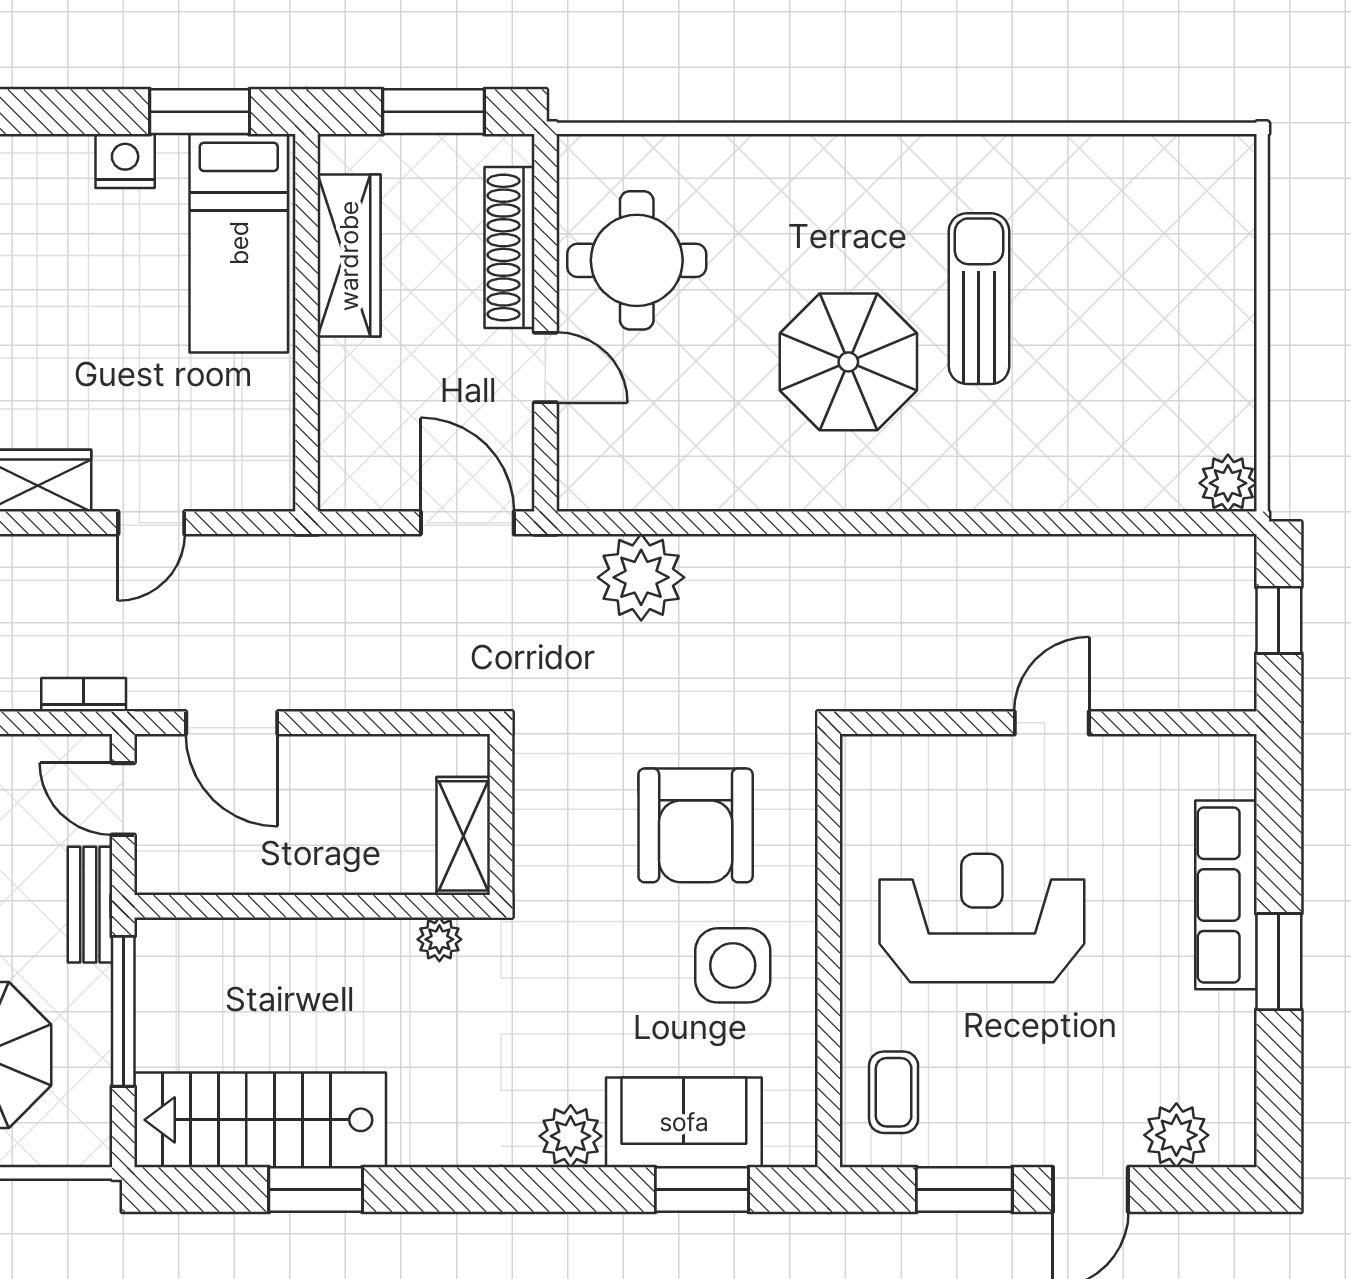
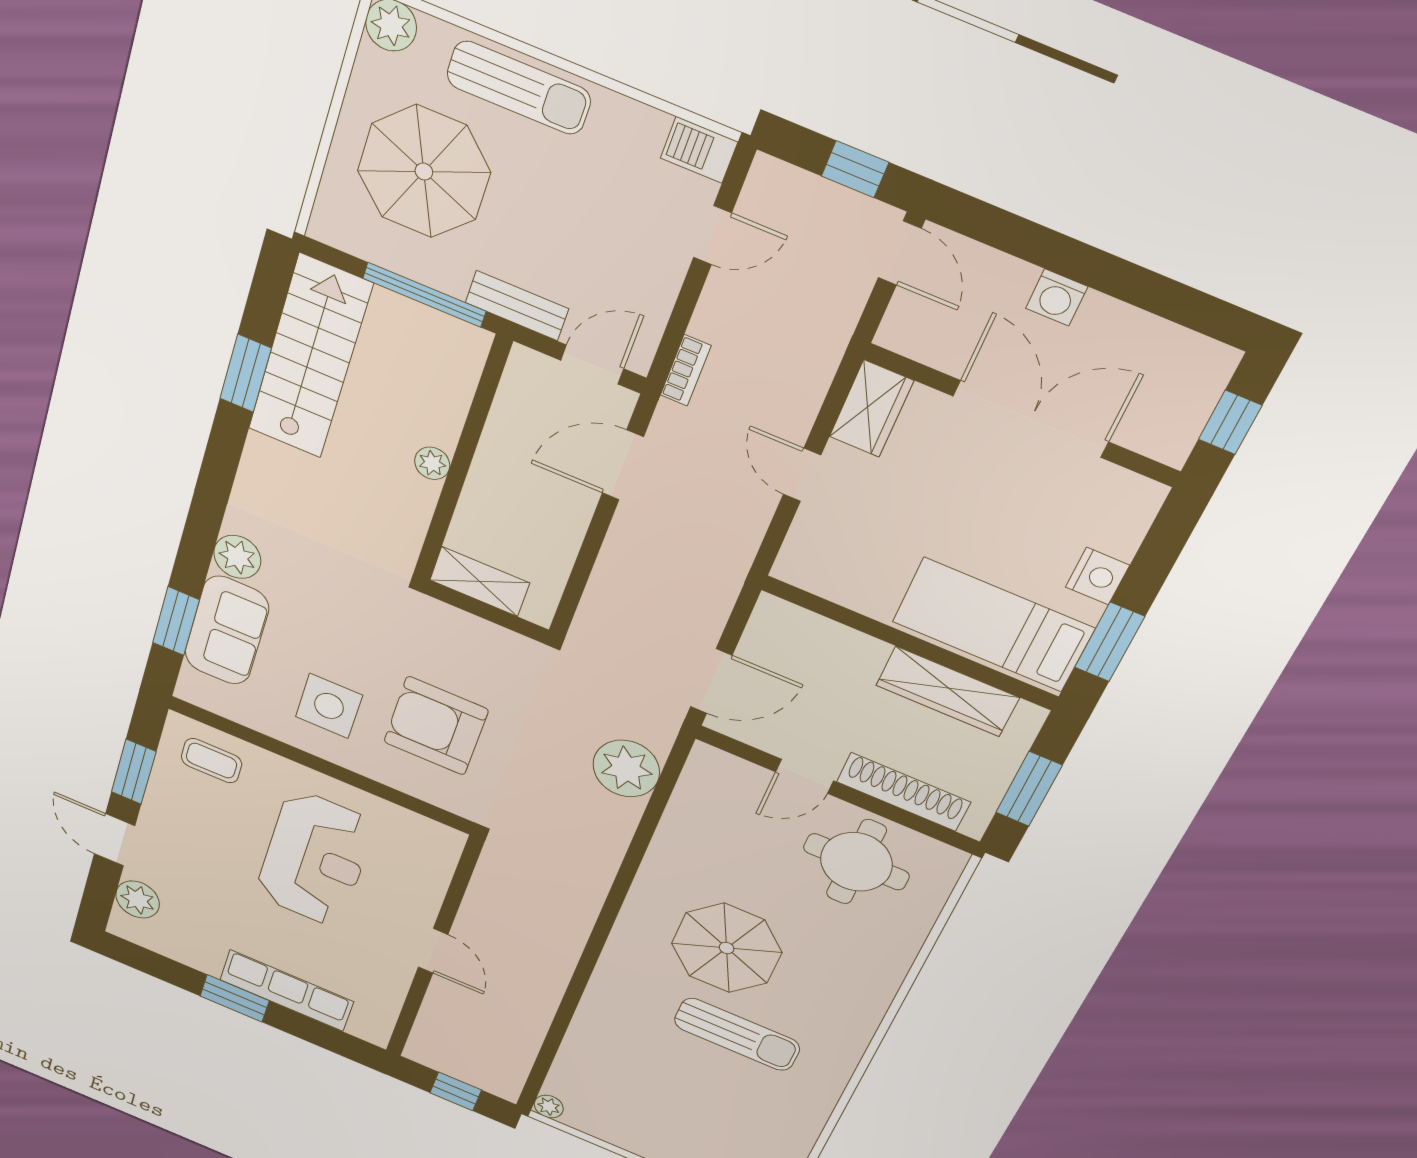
plant: (1228, 483) -> (549, 1106), width x0.73, depth x0.73
plant: (439, 939) -> (432, 463), moved

